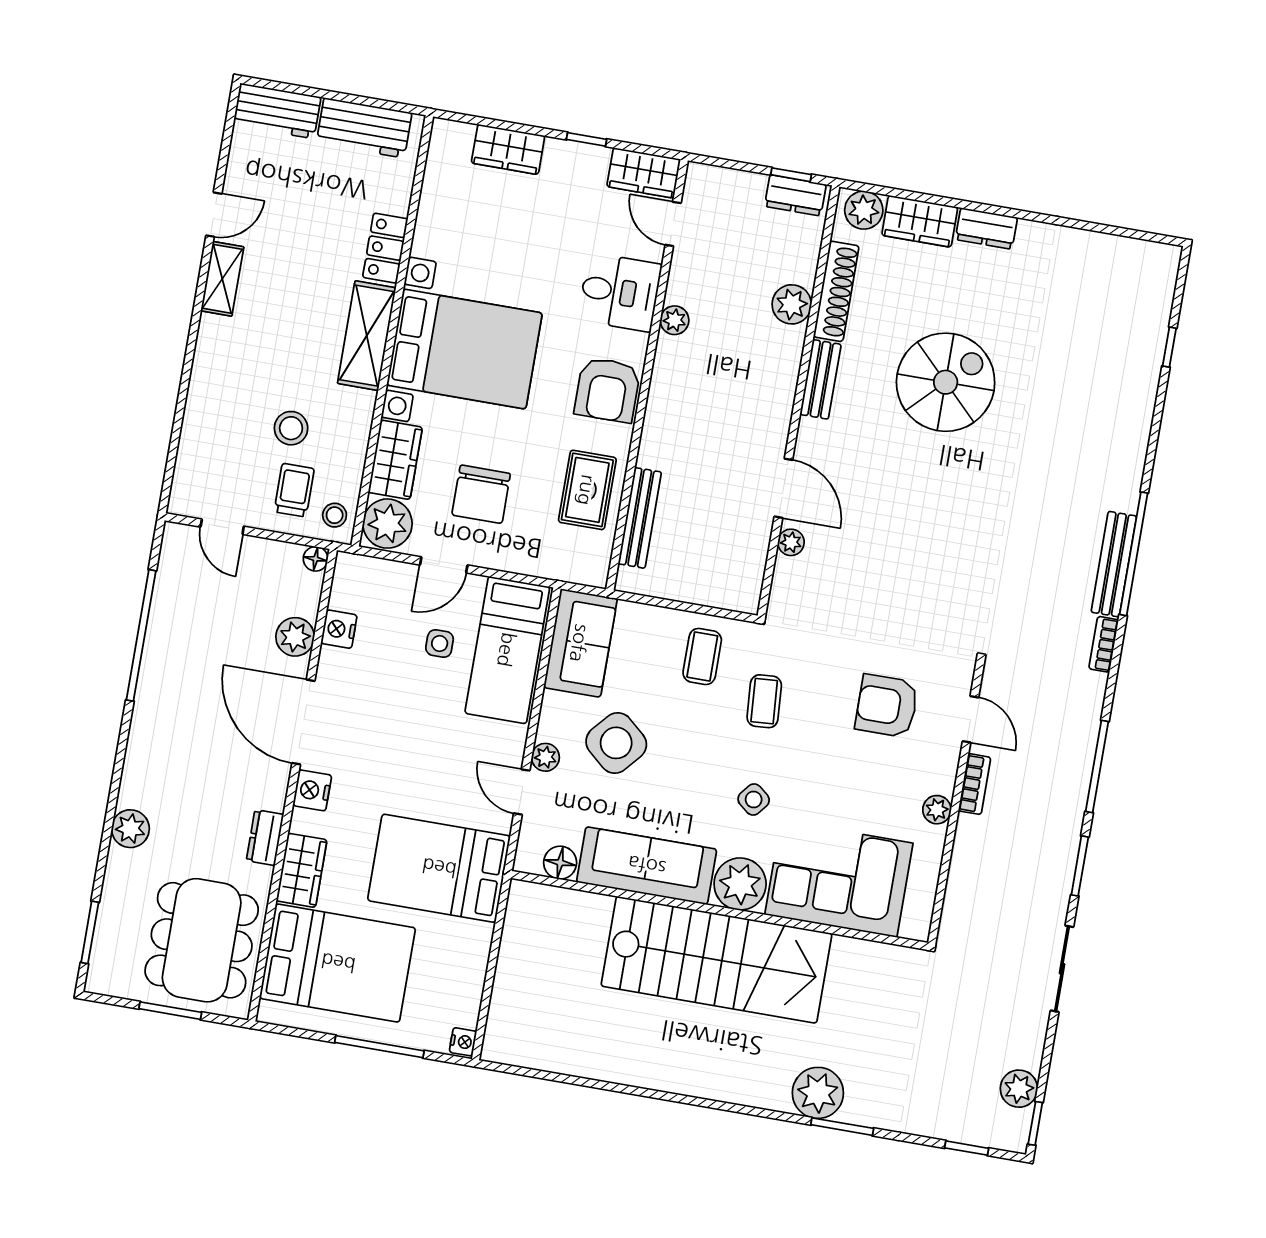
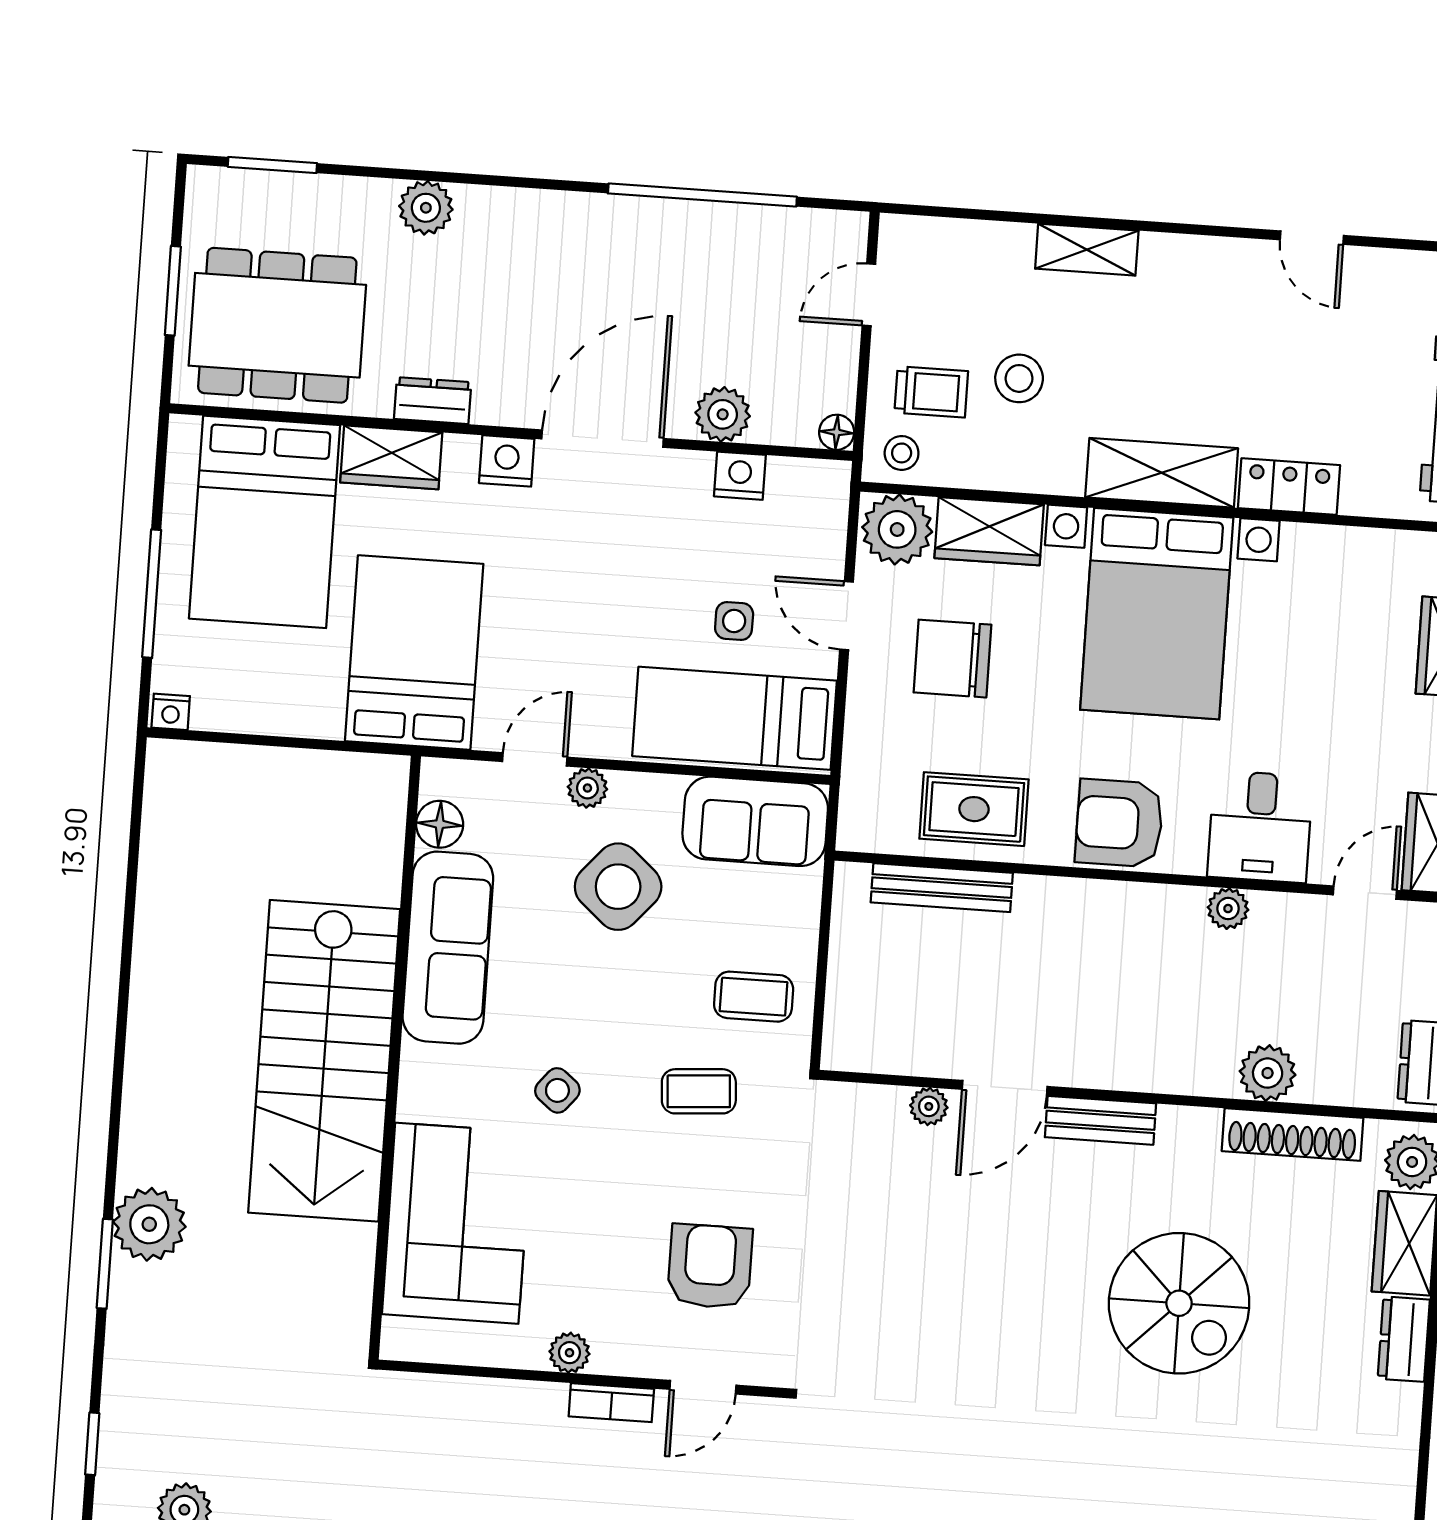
shelving: (222, 279) -> (1087, 250), moved
bench: (820, 379) -> (1100, 1120), moved
plant: (740, 884) -> (435, 1083), removed

